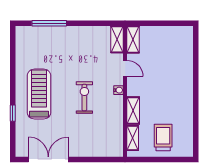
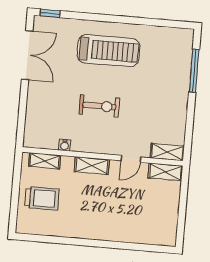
water cooler: (118, 90) -> (65, 145), moved
shelving: (133, 111) -> (92, 166), moved
window: (13, 113) -> (50, 13), moved

